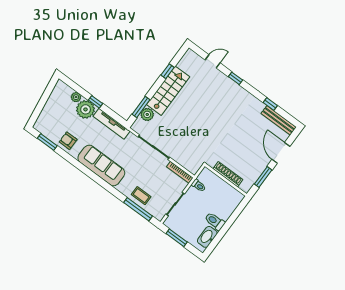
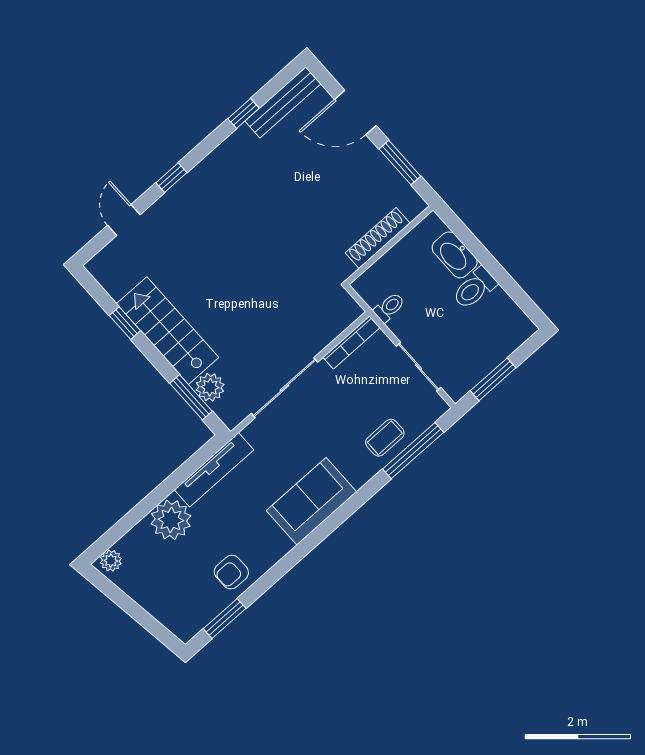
plant: (76, 97) -> (111, 561), moved
window: (96, 102) -> (159, 494), removed
sofa: (101, 165) -> (312, 501), width x0.73
washbasin: (207, 237) -> (455, 255), moved

